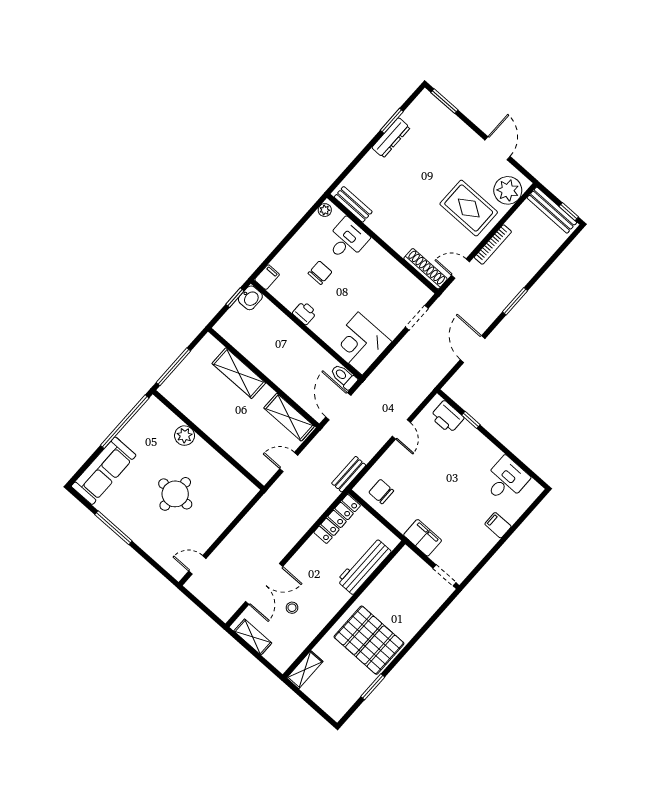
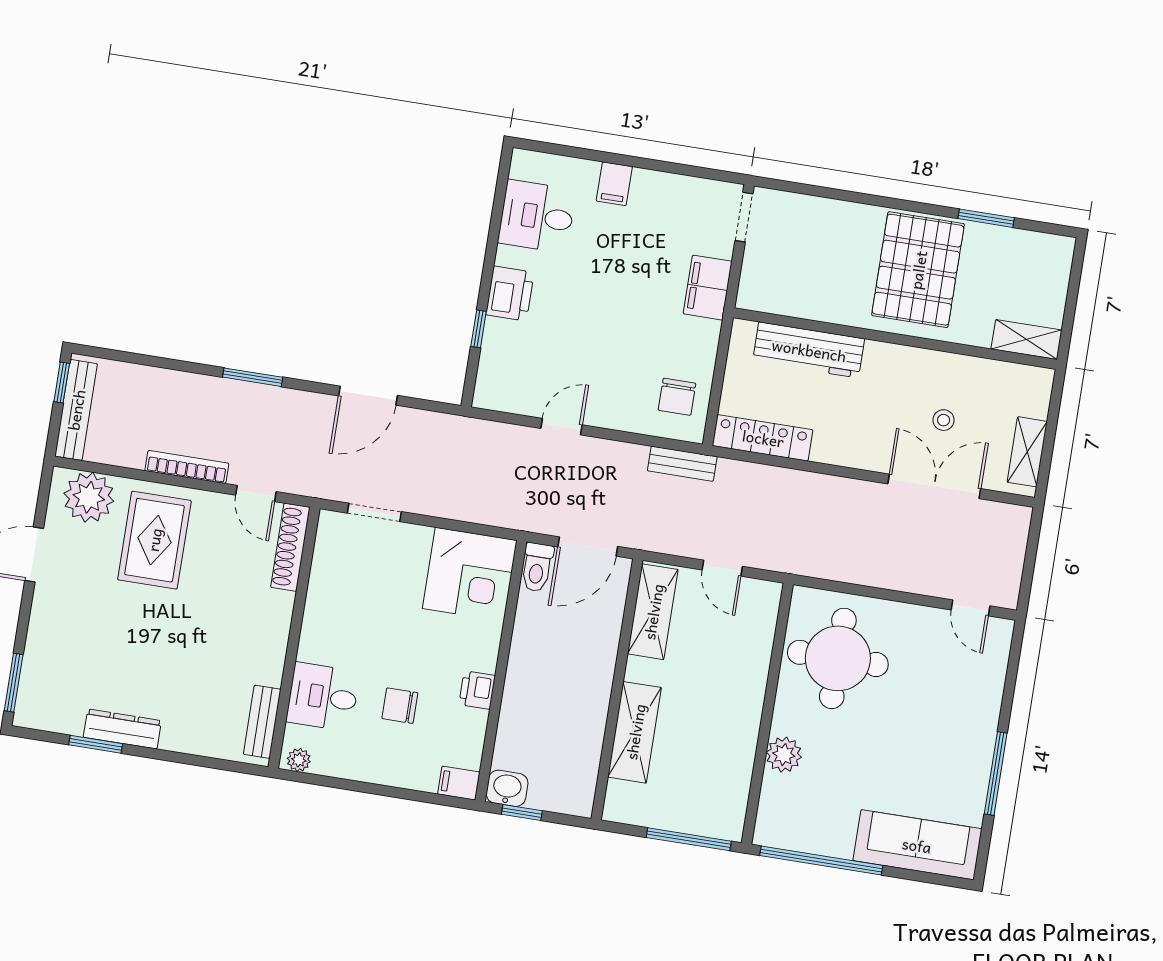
printer: (447, 417) -> (510, 294), moved
round table: (175, 494) -> (838, 658), moved, width x1.36, depth x1.36

